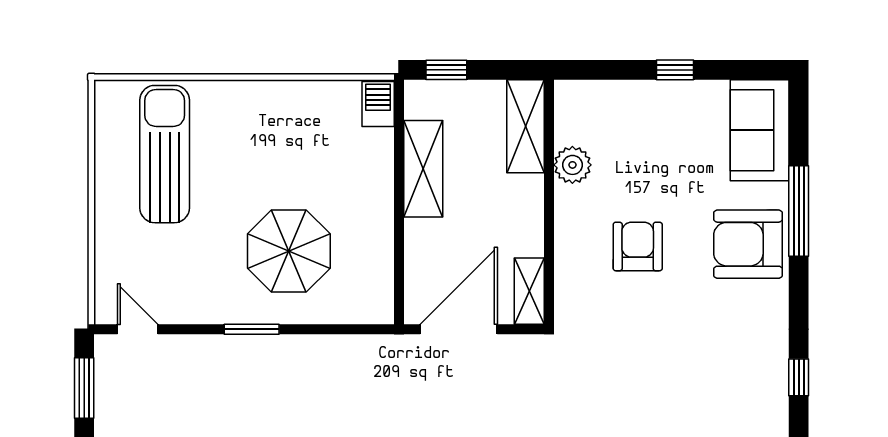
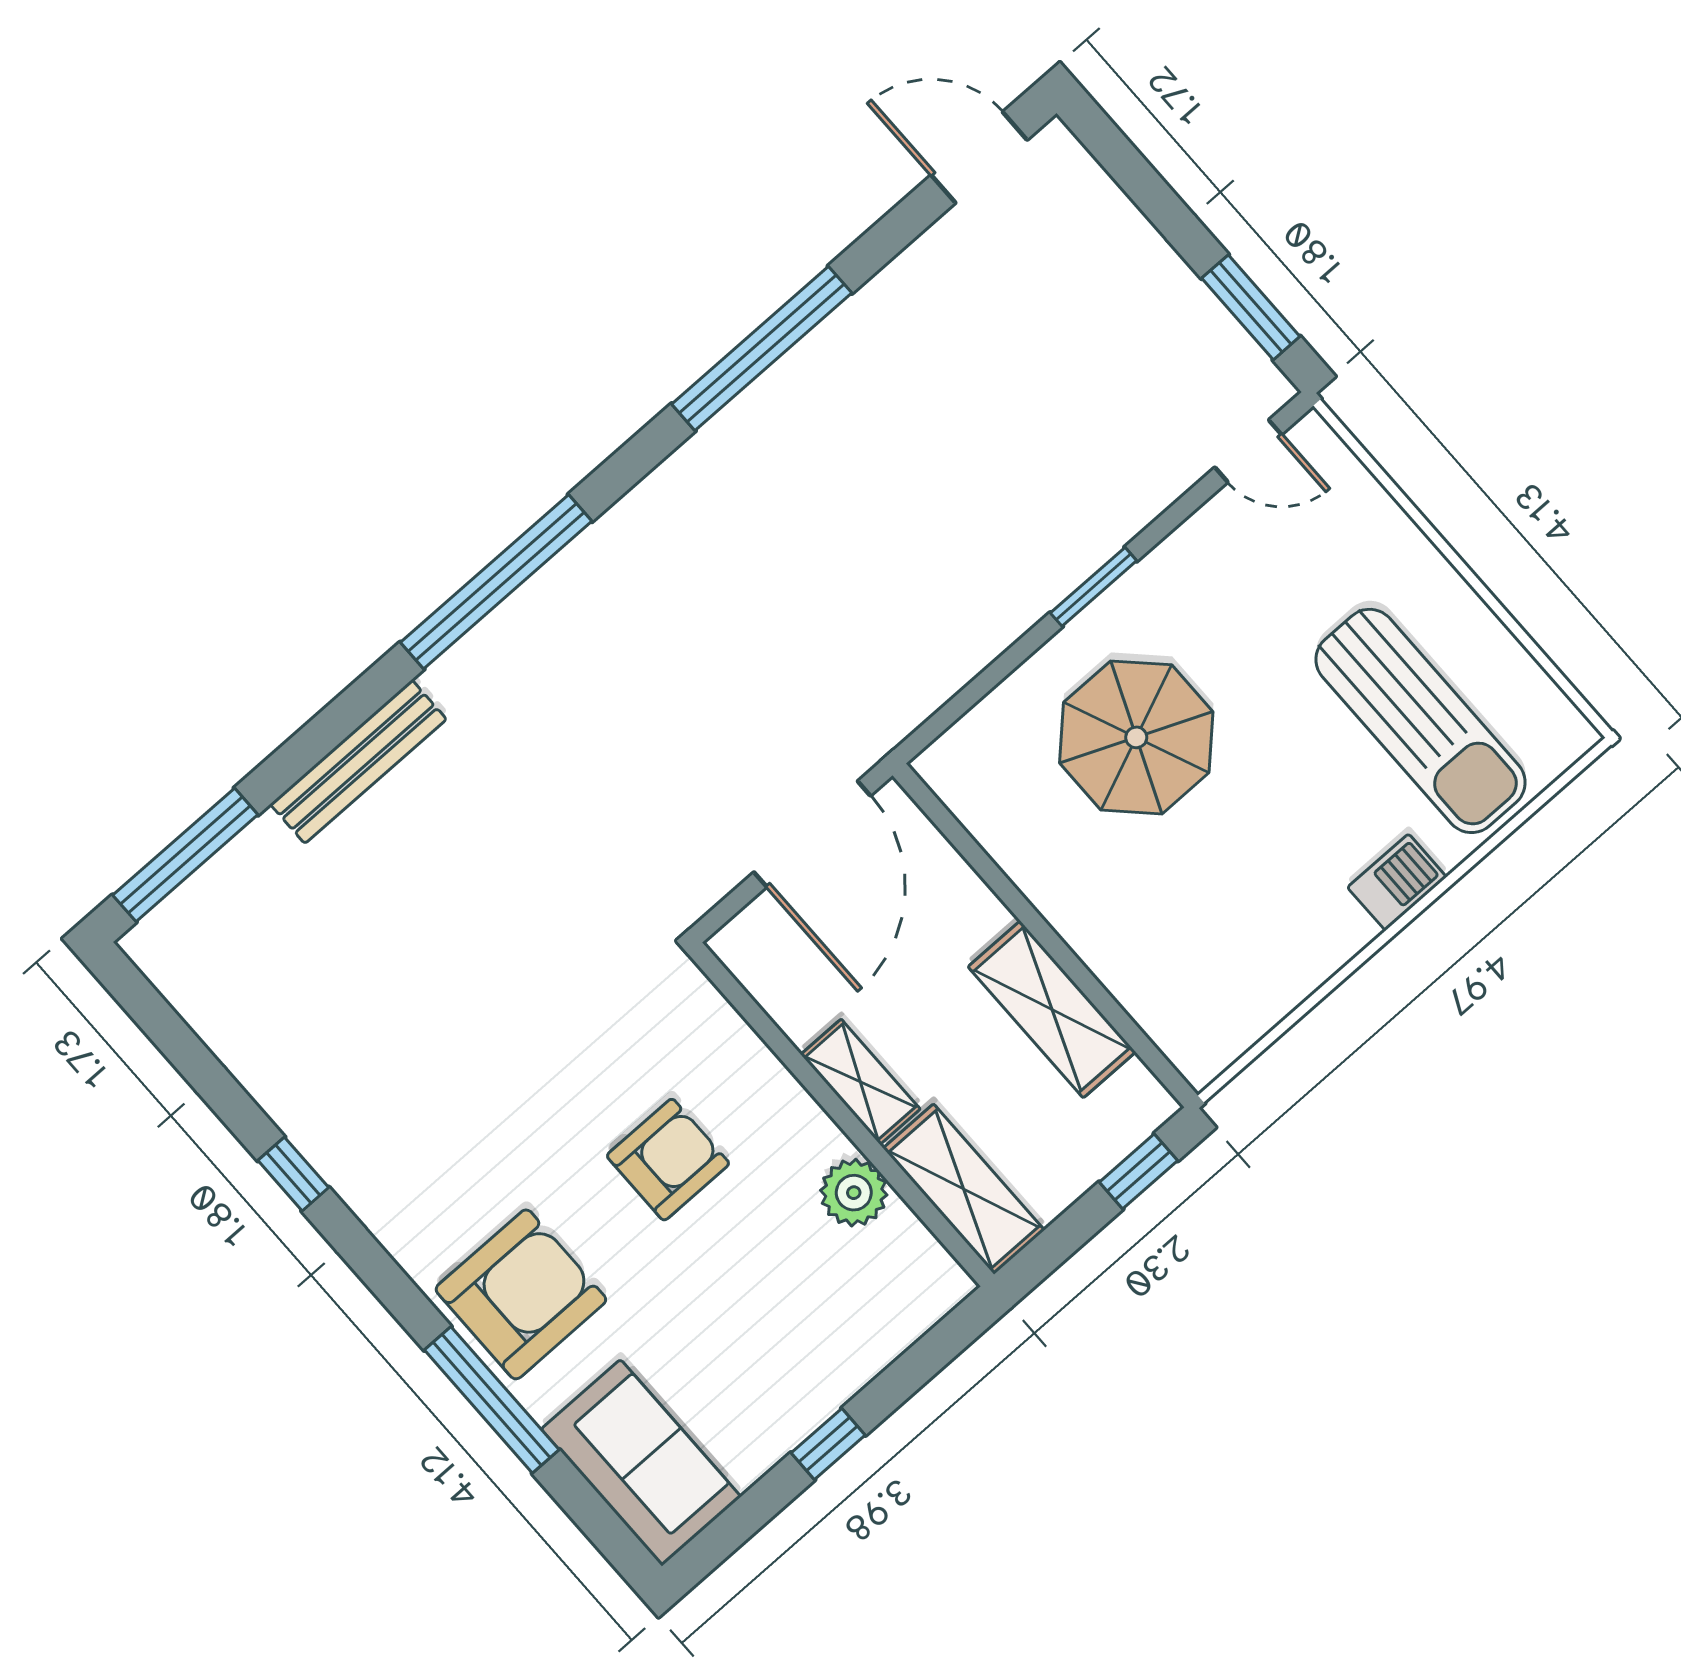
barbecue: (378, 104) -> (1397, 882), moved, turned -90
armchair: (638, 247) -> (668, 1160), turned -90
shelving: (529, 291) -> (860, 1082), moved

